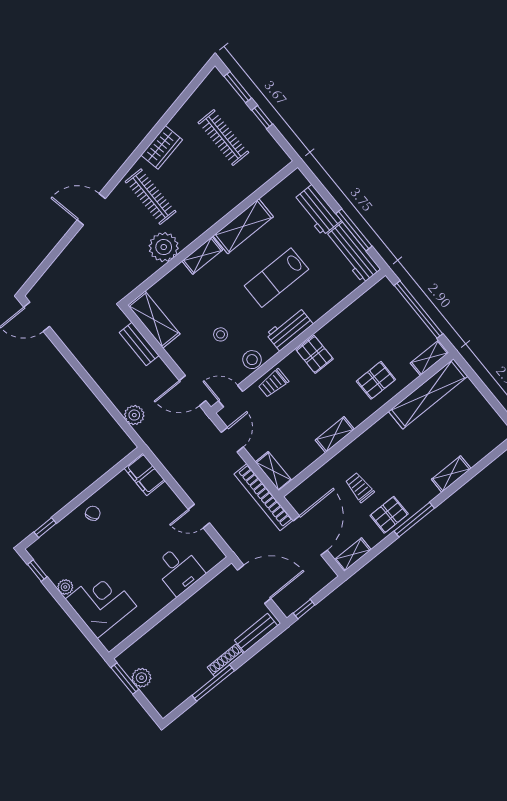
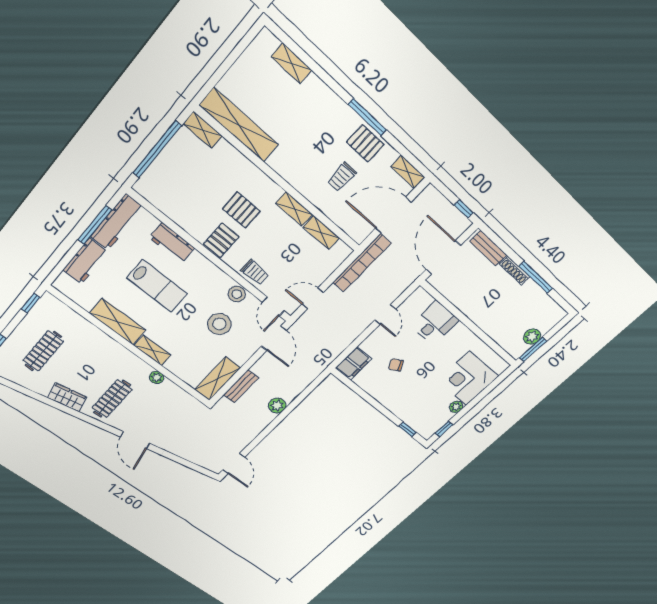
window: (262, 117) -> (31, 303), moved
plant: (164, 247) -> (157, 377), width x0.53, depth x0.53
workbench: (290, 329) -> (172, 243), moved
stool: (221, 334) -> (219, 324), width x1.89, depth x1.89
pallet: (376, 380) -> (241, 210), moved
plant: (134, 415) -> (277, 406), moved
shelving: (273, 471) -> (321, 232), moved, turned 90
shelving: (451, 474) -> (292, 63), moved
chair: (93, 513) -> (396, 365), moved

